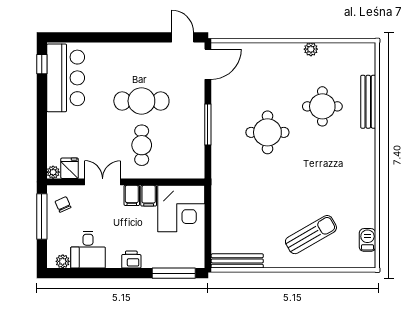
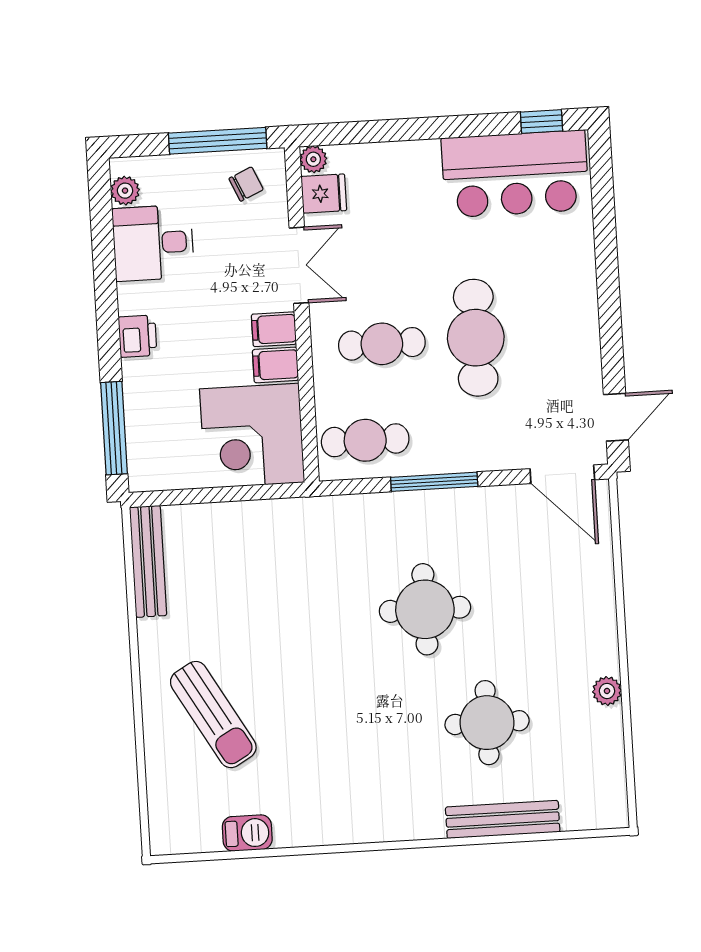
cafe table: (186, 156) -> (365, 440), added
barbecue: (367, 240) -> (247, 833), moved

